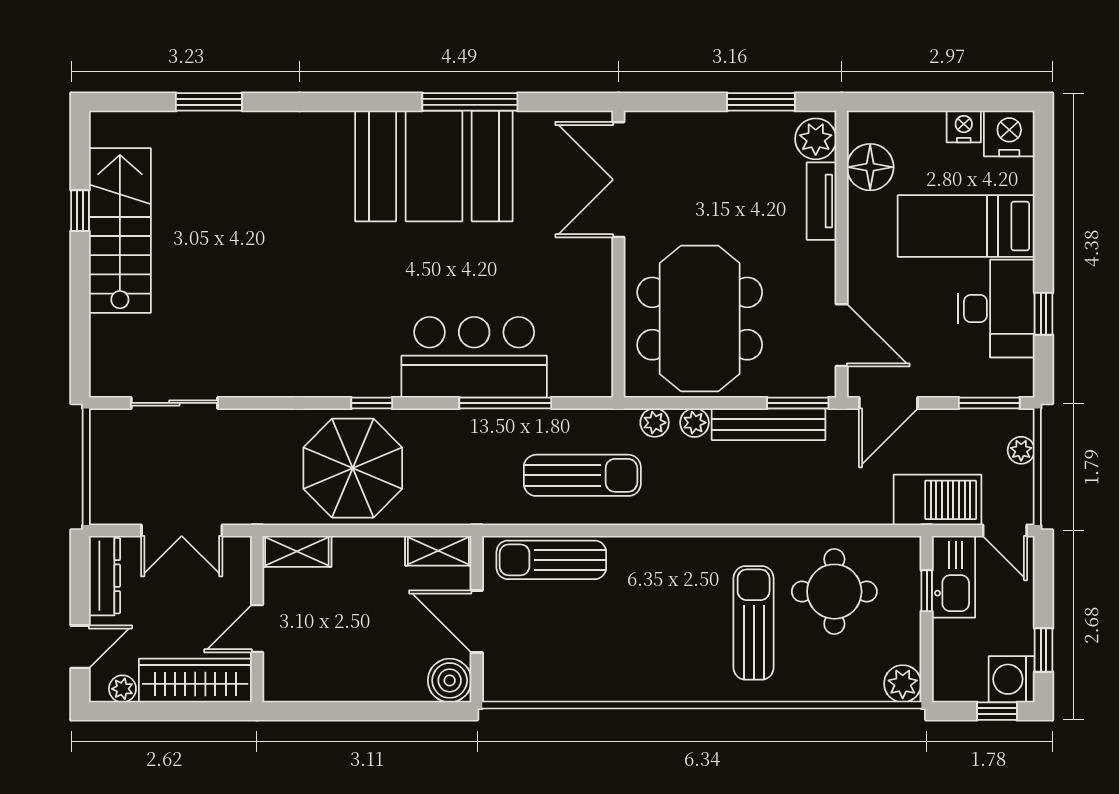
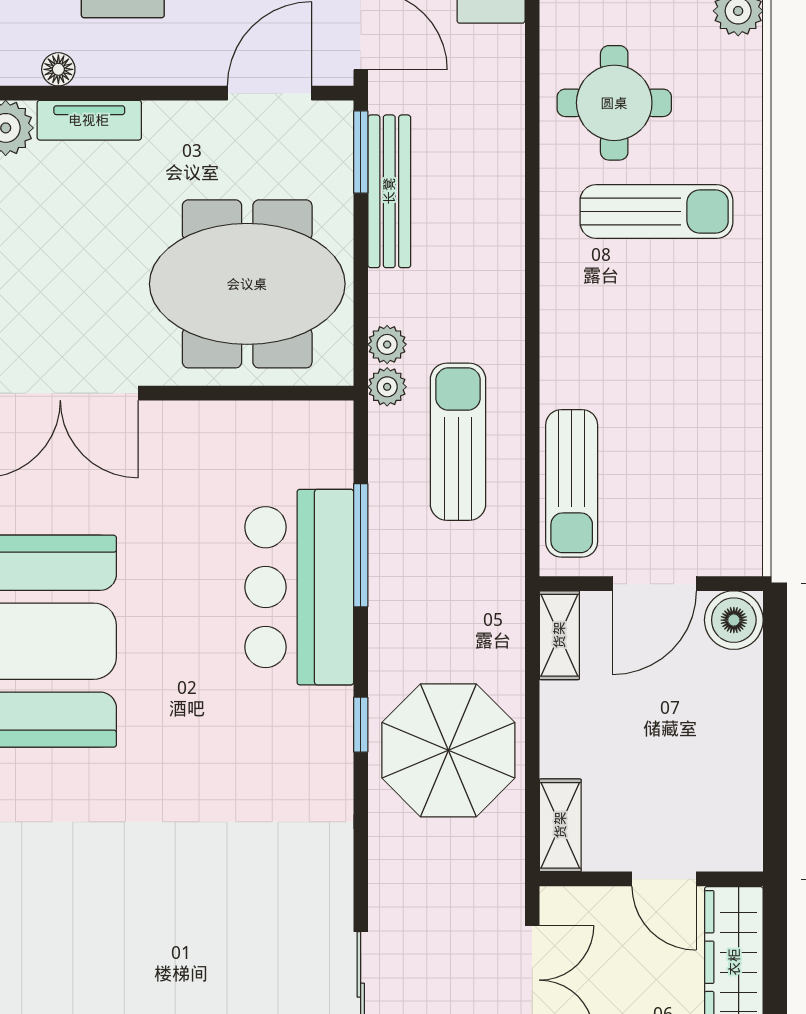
floor lamp: (870, 167) -> (58, 69), width x0.53, depth x0.53
plant: (695, 423) -> (387, 387), moved
sun lounger: (754, 623) -> (656, 211), turned 180

